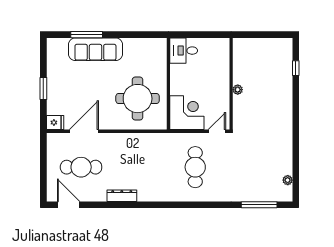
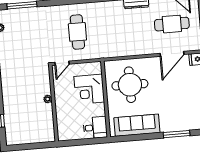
sofa: (95, 49) -> (137, 125), moved
corner desk: (187, 113) -> (89, 89), moved

